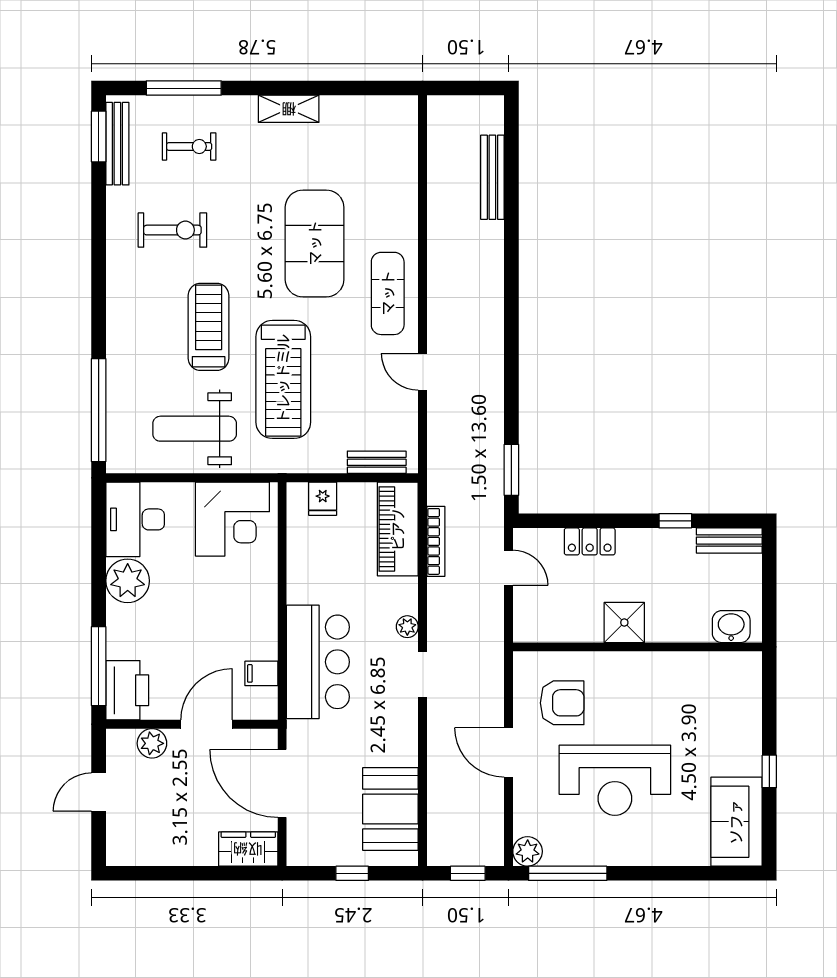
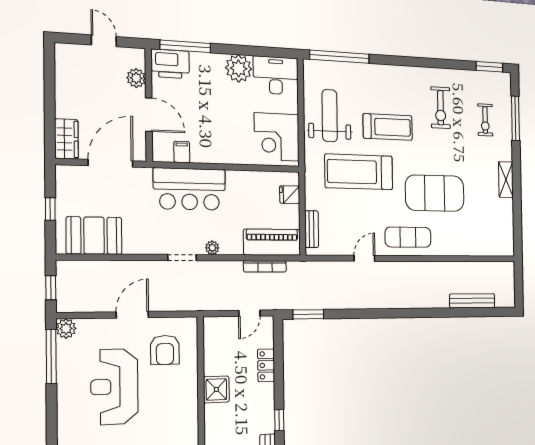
bench: (117, 144) -> (486, 78), removed

